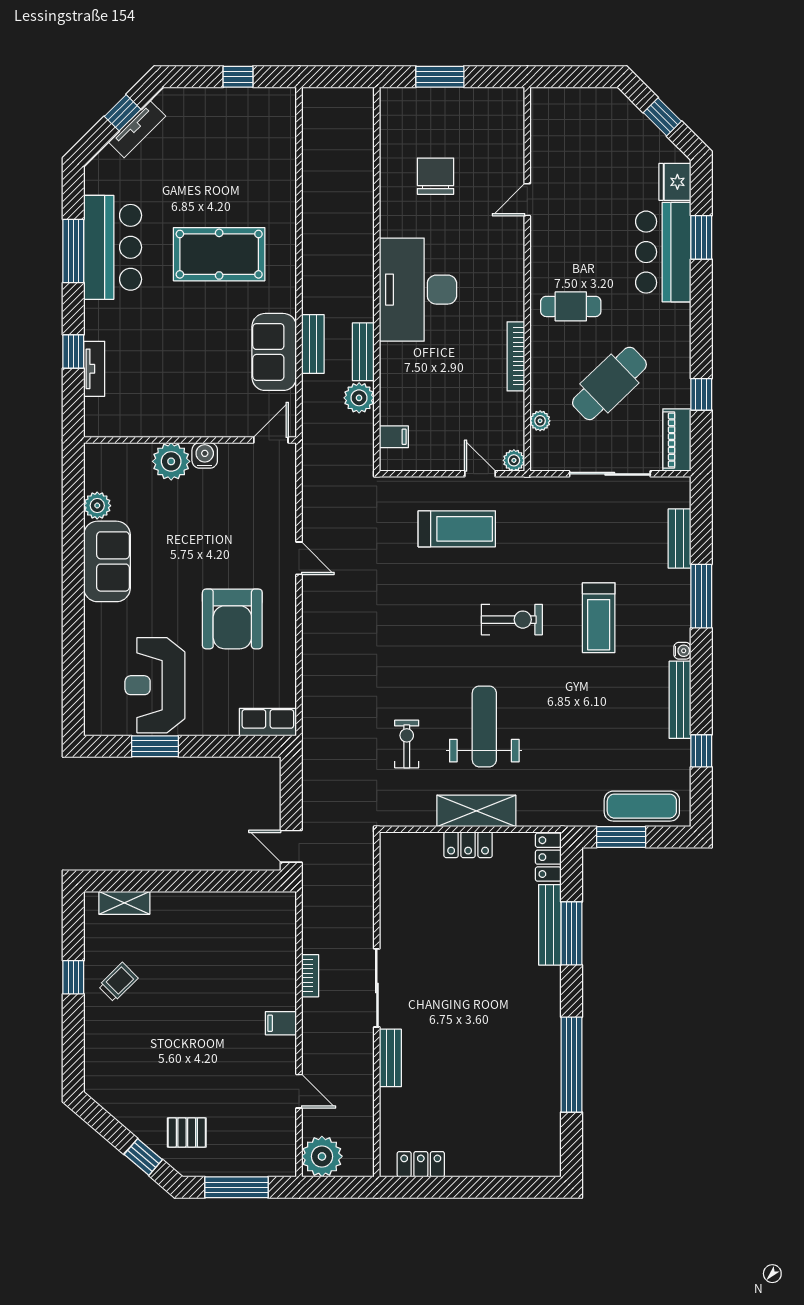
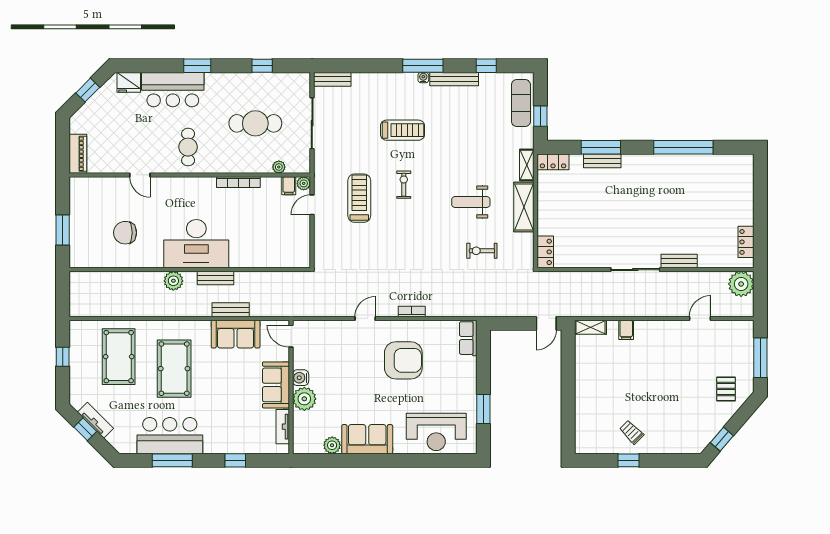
pool table: (238, 166) -> (119, 357), added
window: (701, 237) -> (197, 66), moved
cafe table: (571, 306) -> (188, 147), moved
bench: (363, 352) -> (215, 278), moved
tv unit: (94, 369) -> (283, 427), moved, turned -90
cafe table: (609, 383) -> (255, 123), turned -46
plant: (359, 398) -> (173, 281), moved
sofa: (193, 416) -> (276, 385), added
filing cabinet: (394, 437) -> (289, 186), moved, turned 180
piano: (677, 440) -> (78, 154), moved, turned -90
treadmill: (457, 529) -> (359, 198), moved
bench: (679, 539) -> (332, 79), moved
window: (701, 596) -> (423, 66), moved
exercise bike: (512, 620) -> (404, 185), width x0.73, depth x0.72
reception desk: (155, 685) -> (436, 432), moved
weight bench: (484, 726) -> (471, 202), width x0.73, depth x0.75
shelving: (543, 815) -> (527, 165), added
window: (621, 837) -> (540, 116), width x0.67
locker: (468, 845) -> (545, 252), moved
shelving: (124, 903) -> (591, 327), moved, turned 90
bench: (550, 925) -> (602, 161), width x0.73
bookcase: (310, 976) -> (412, 312), moved
filing cabinet: (281, 1023) -> (626, 330), moved
plant: (322, 1156) -> (741, 284), moved
window: (143, 1157) -> (722, 439), moved

